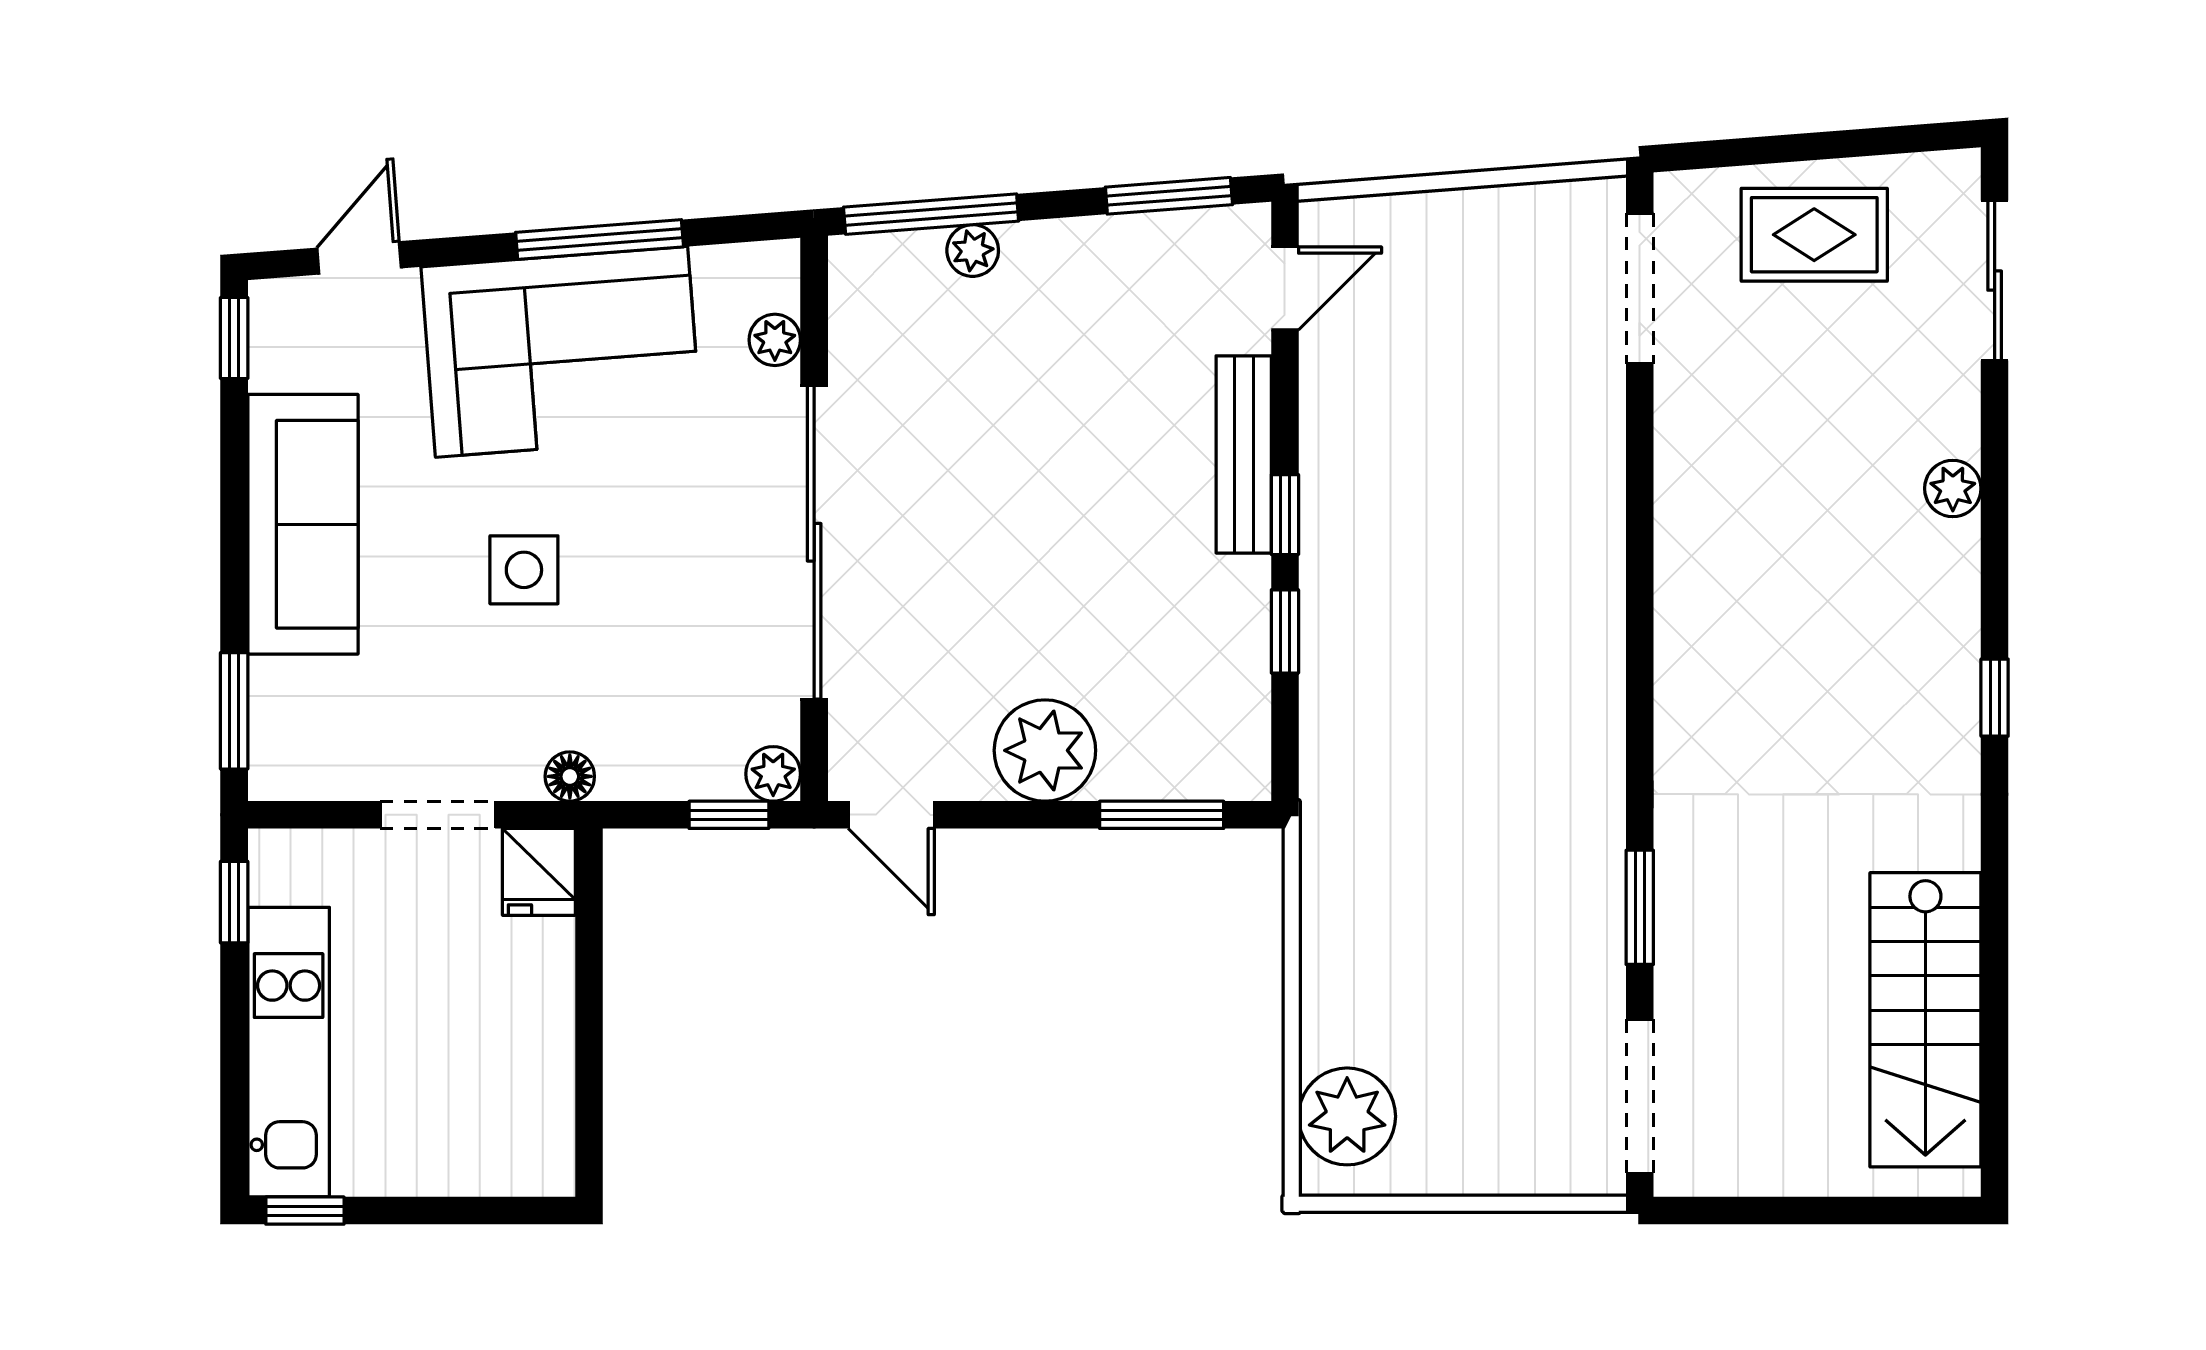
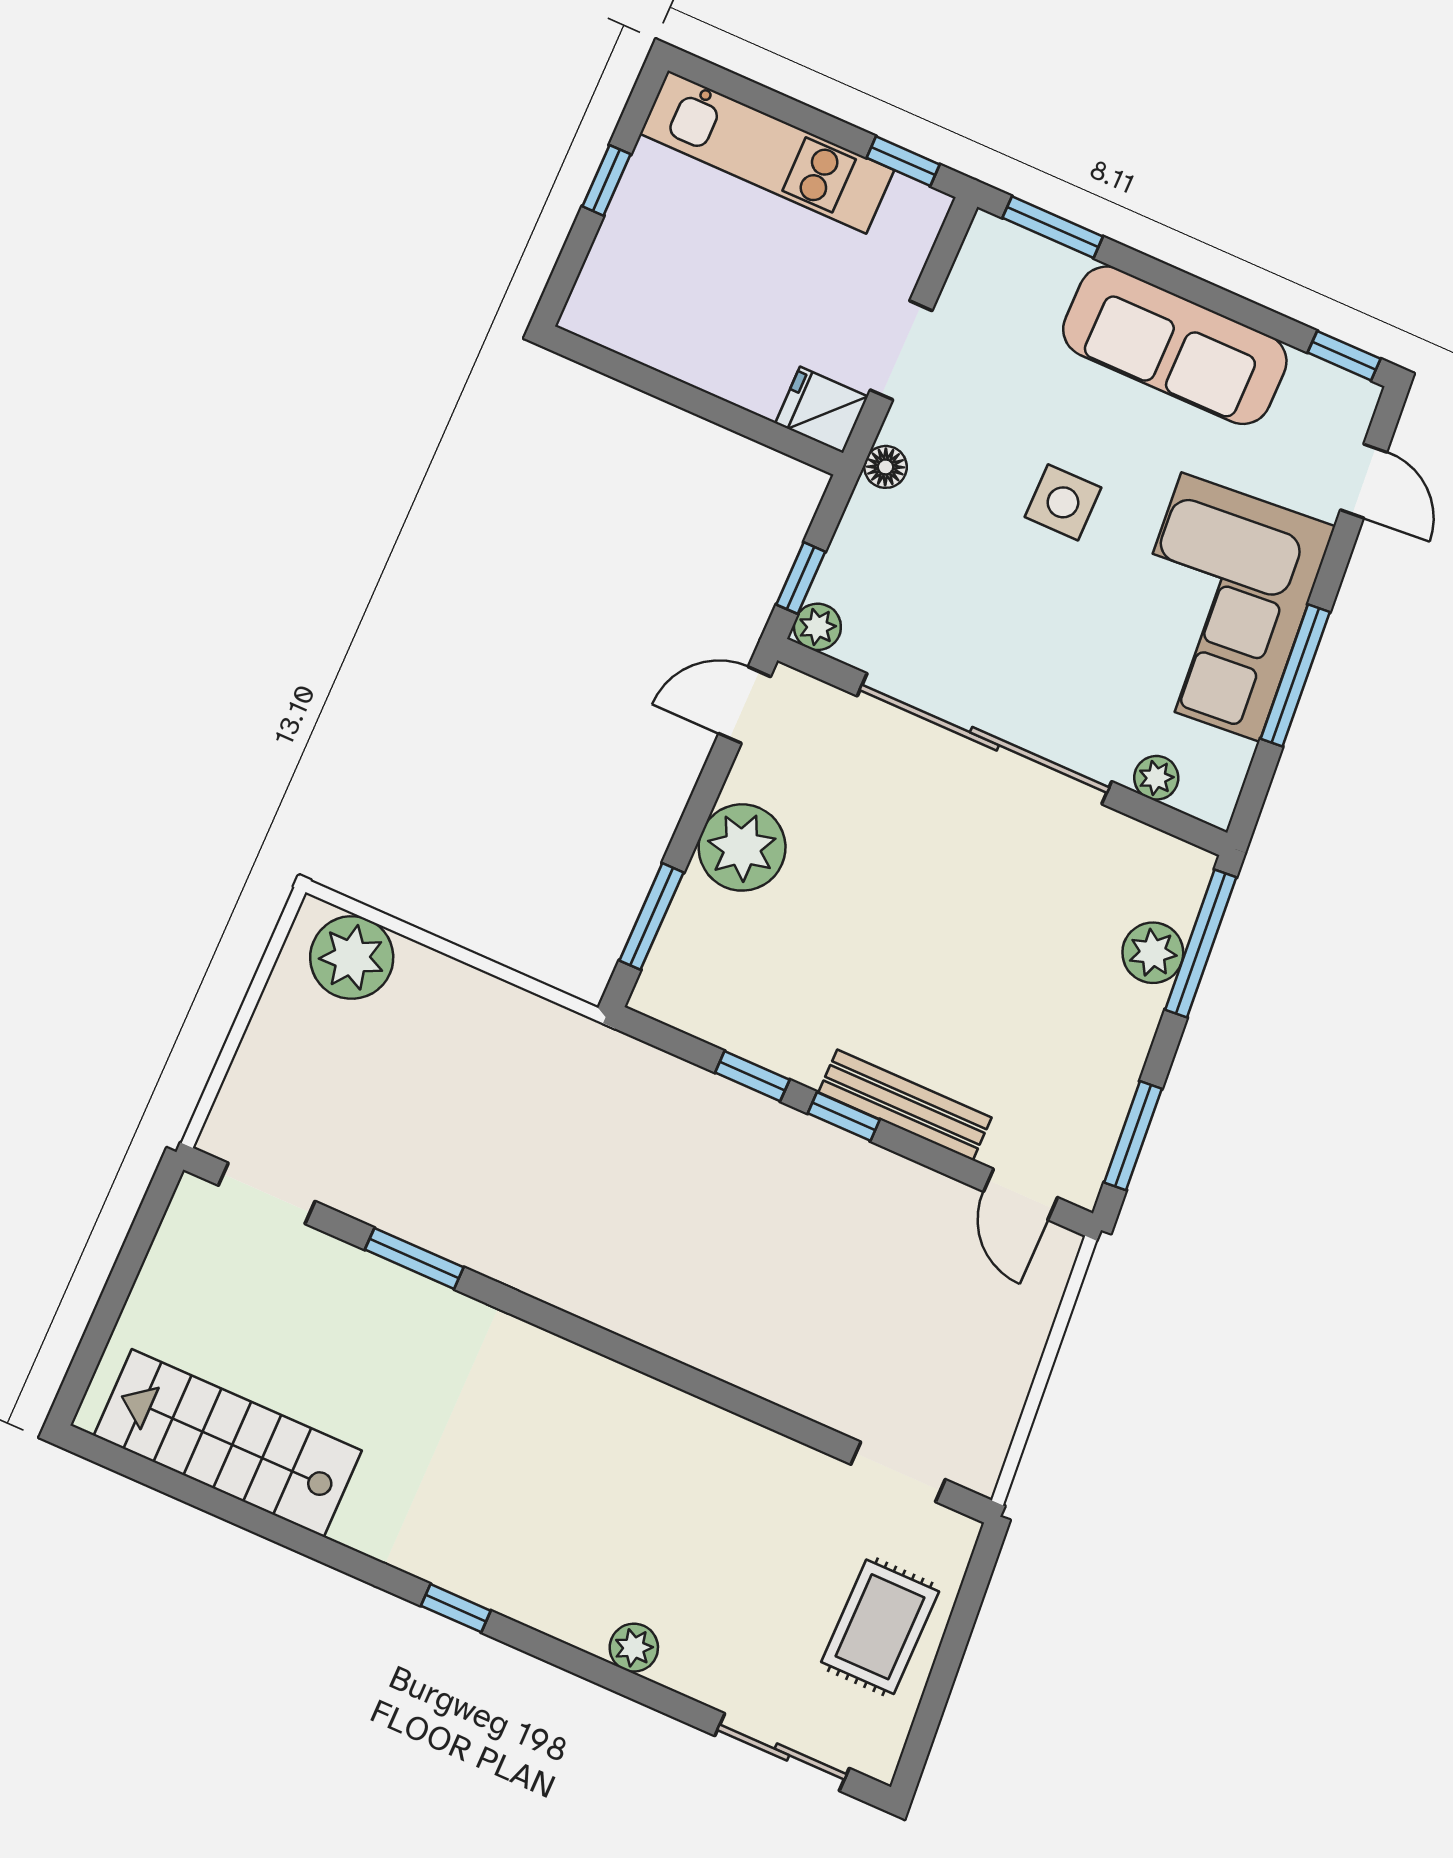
plant: (973, 250) -> (1153, 953), width x1.38, depth x1.38
doorway: (1640, 289) -> (898, 1472), width x0.73
doorway: (1640, 1096) -> (267, 1193), width x0.73
window: (305, 1211) -> (607, 180), moved

